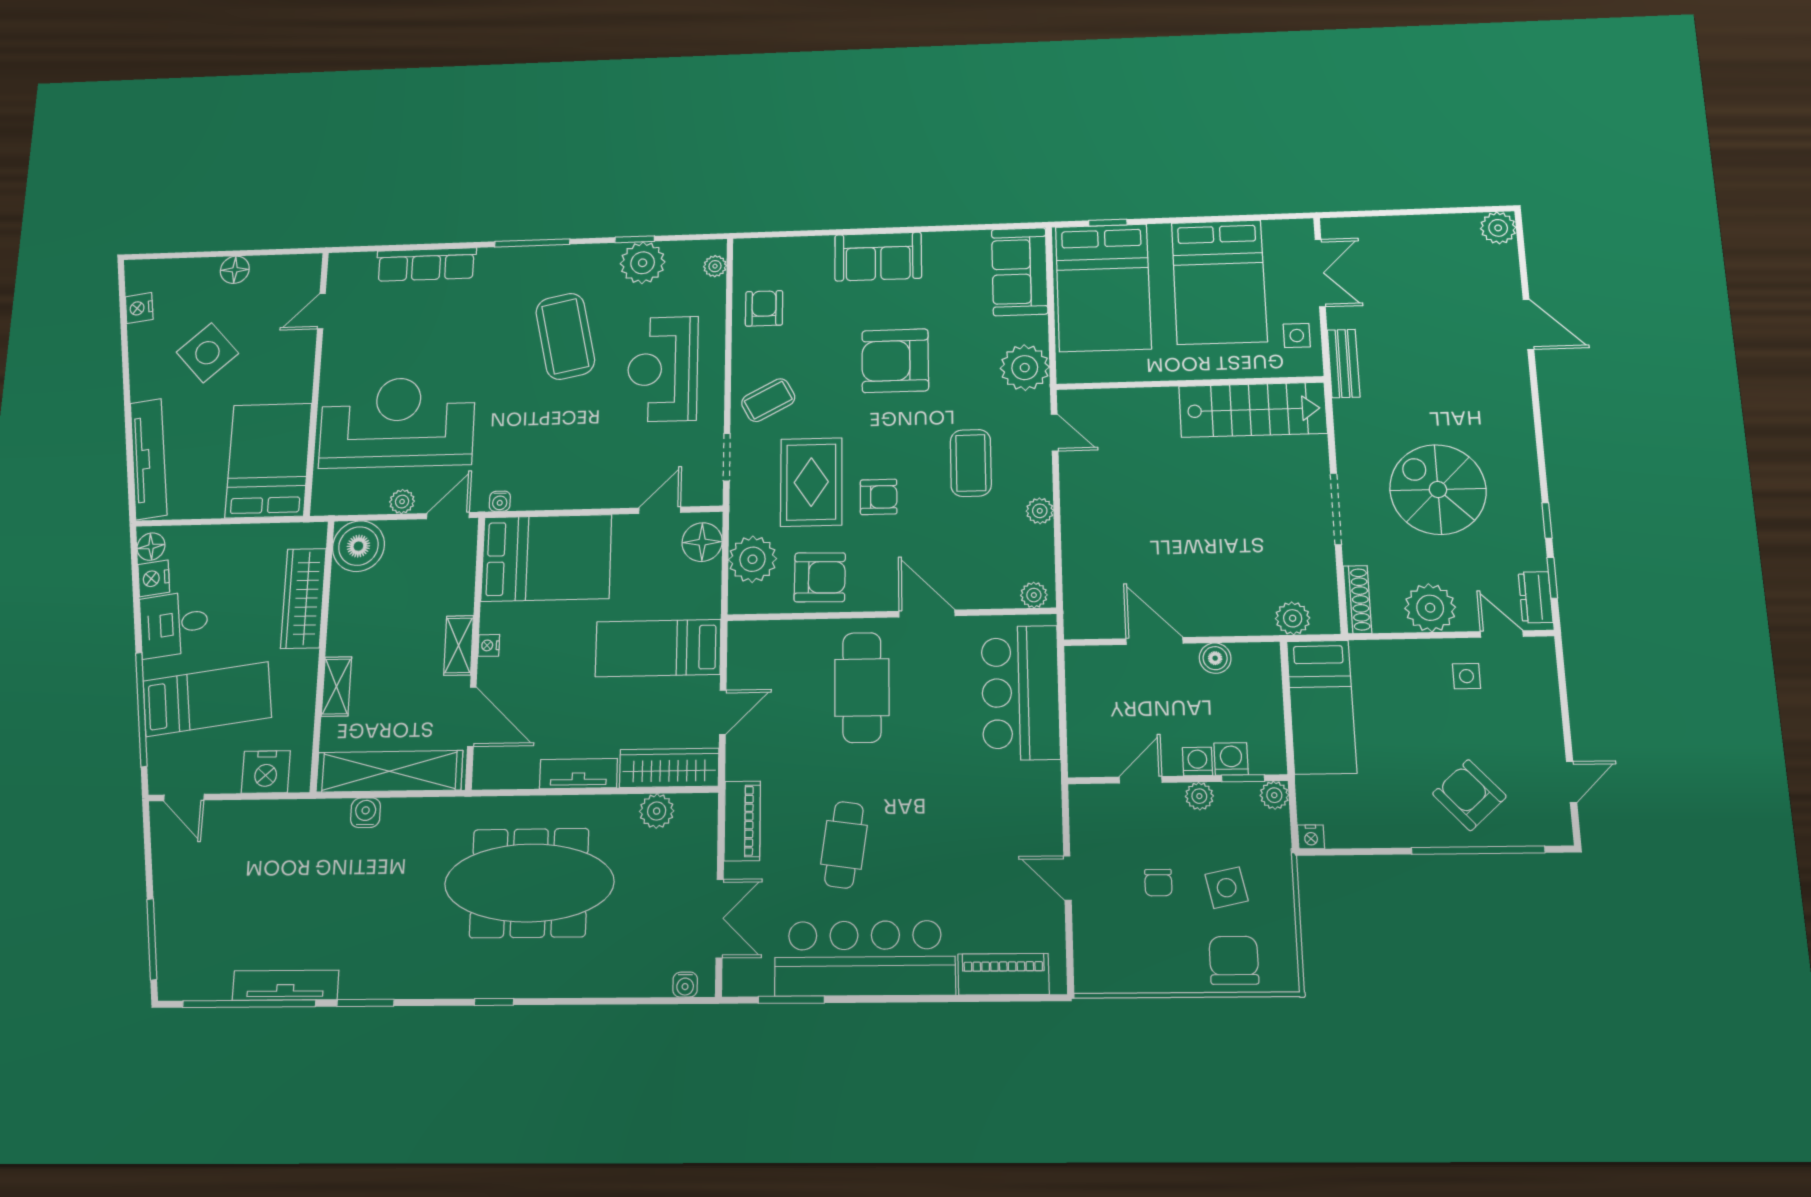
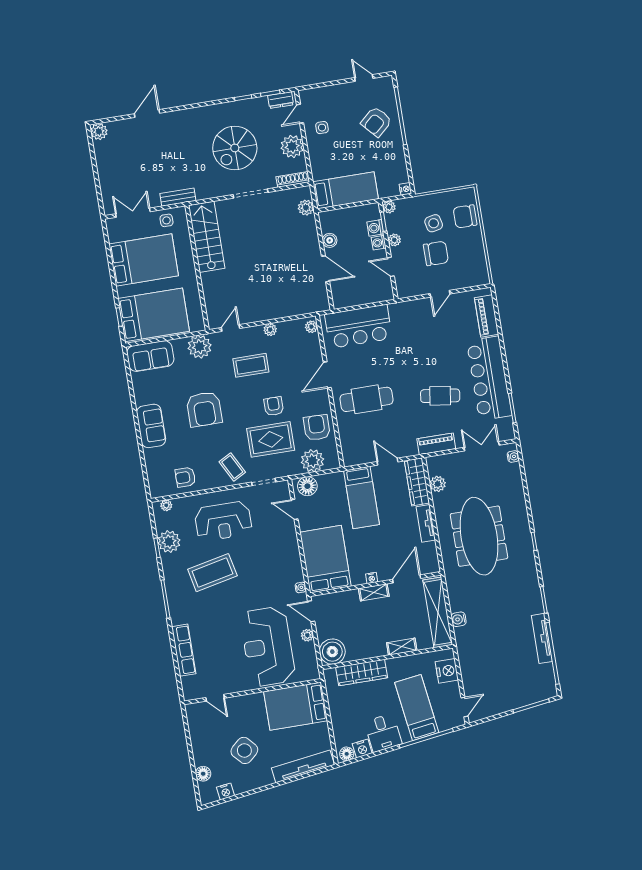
floor lamp: (235, 270) -> (203, 774), moved
door: (1154, 641) -> (325, 269), swing flipped
chair: (1158, 883) -> (436, 253), width x1.87, depth x1.87

